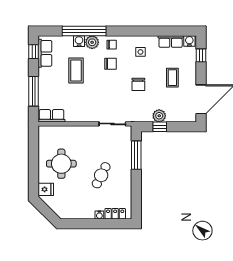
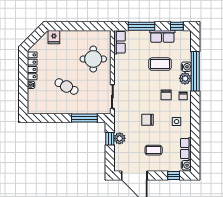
row of seats: (45, 53) -> (162, 36), moved
round table: (61, 164) -> (93, 59), moved
locker: (115, 214) -> (32, 66), moved, width x1.53

